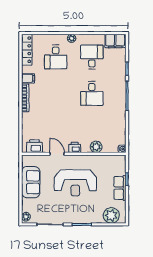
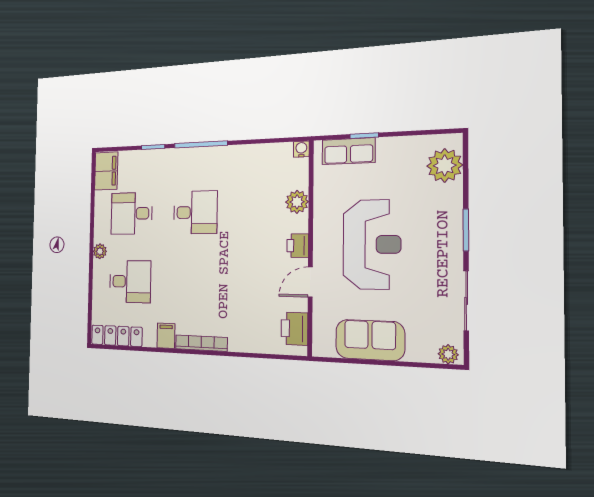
row of seats: (120, 188) -> (349, 151), moved

